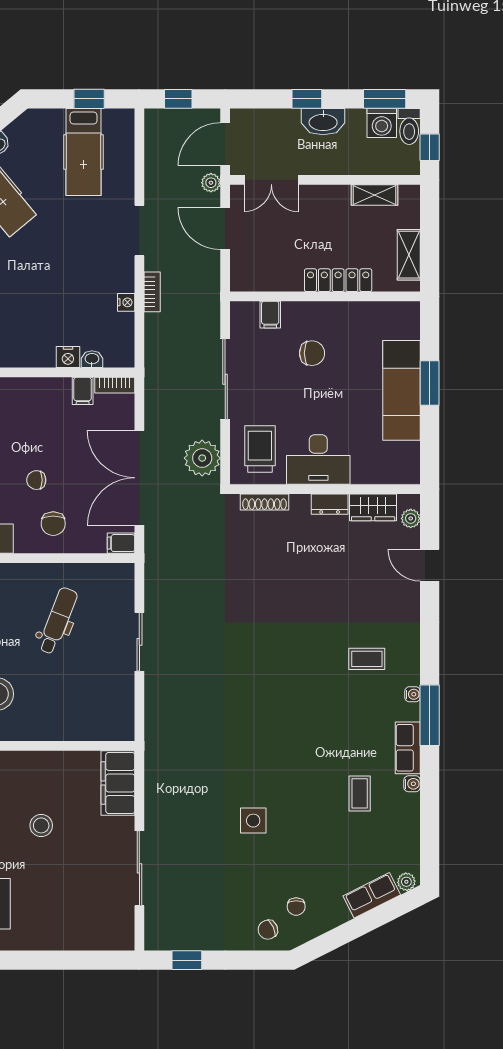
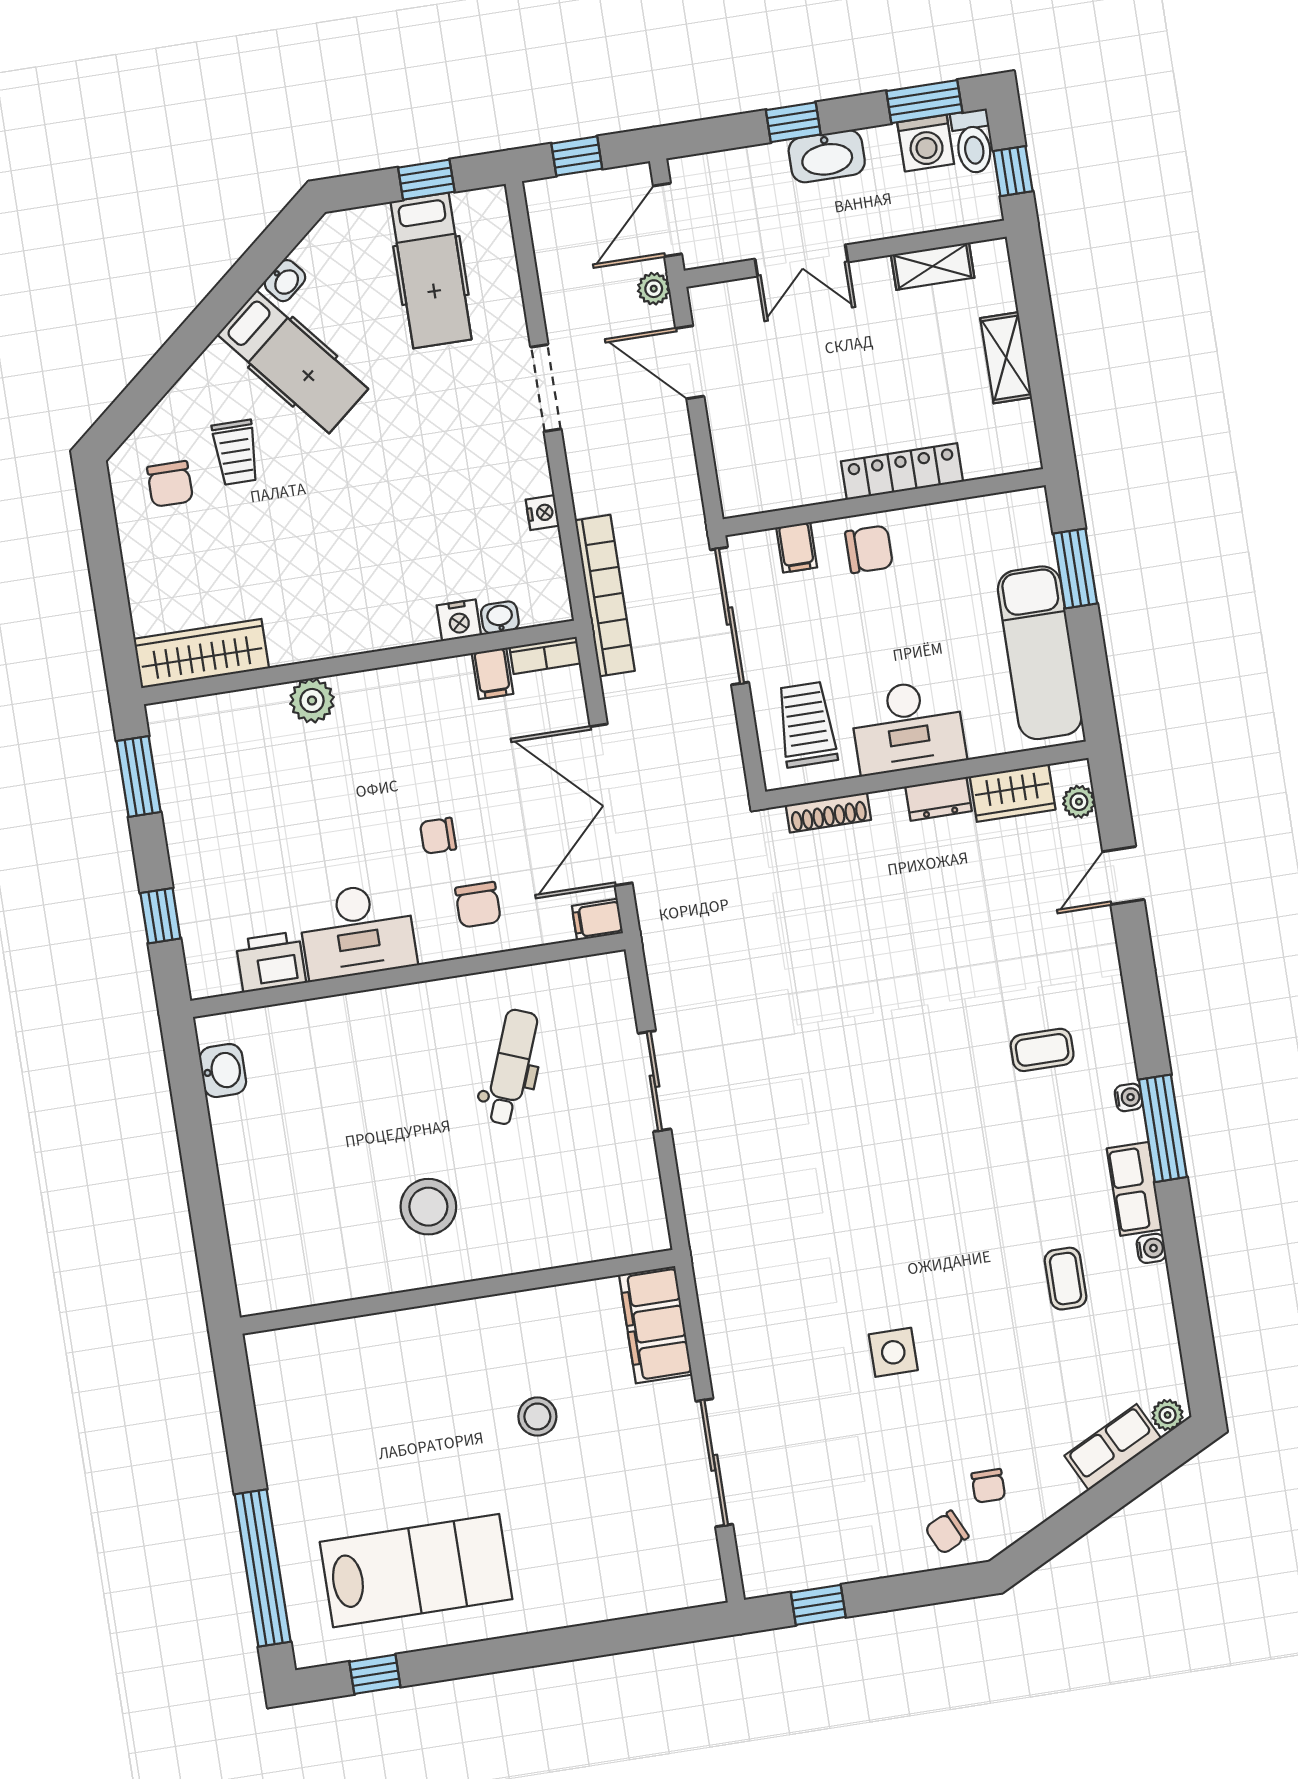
double door: (271, 180) -> (801, 261), moved
locker: (338, 280) -> (902, 471), moved
bookcase: (152, 292) -> (605, 596), moved, width x2.31, depth x1.31
wall: (325, 296) -> (884, 502), moved
filing cabinet: (270, 315) -> (797, 547), moved
exam couch: (401, 390) -> (1040, 653), moved
plant: (202, 458) -> (712, 755), removed
door: (430, 565) -> (1123, 875), hinge flipped

